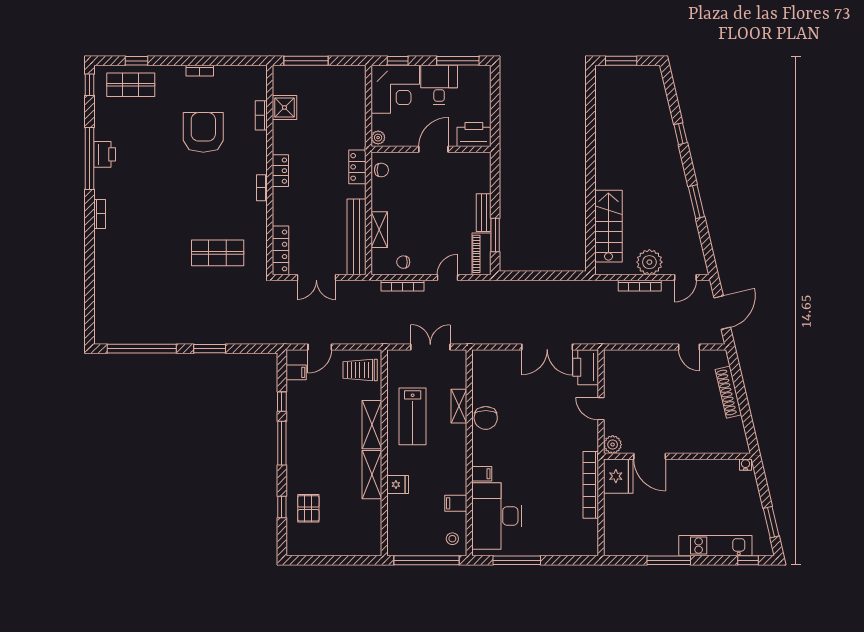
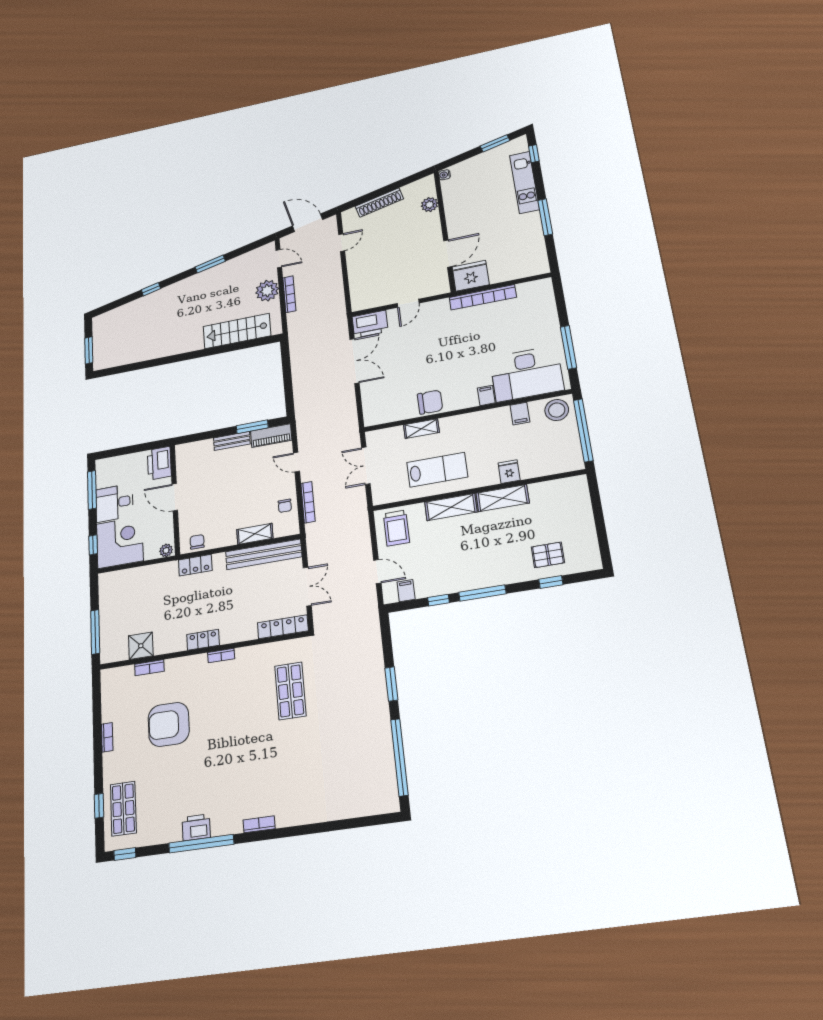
plant: (613, 445) -> (430, 205), moved
stool: (452, 539) -> (557, 410), width x1.89, depth x1.89

